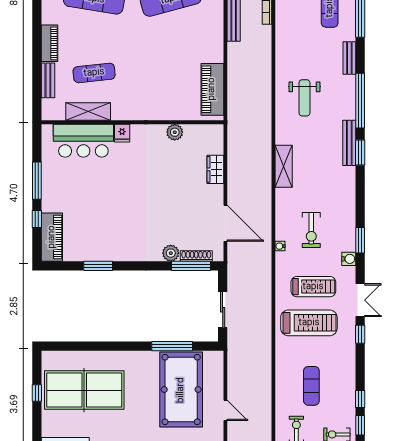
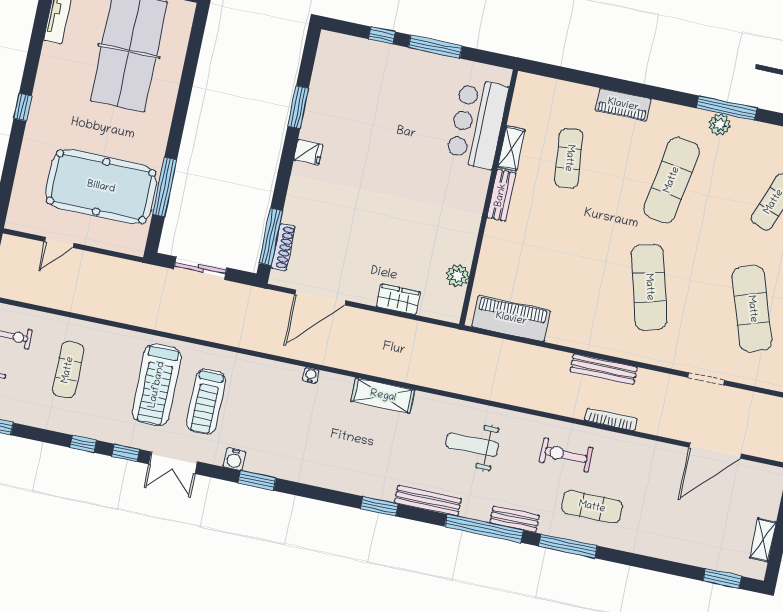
bench: (48, 80) -> (501, 195), moved, turned 90
window: (360, 101) -> (484, 528), moved
shelving: (88, 112) -> (511, 148), width x0.67, depth x0.75
plant: (175, 132) -> (458, 276), moved
fridge: (122, 133) -> (308, 152), moved, turned 180
bench: (349, 143) -> (428, 501), moved
exercise bike: (311, 230) -> (566, 455), moved
piano: (52, 237) -> (352, 51), removed
water cooler: (280, 246) -> (311, 375), moved
plant: (171, 253) -> (295, 212), removed
exercise mat: (311, 386) -> (68, 370), turned 90
window: (360, 399) -> (83, 444), moved

